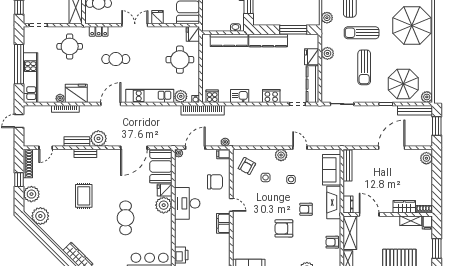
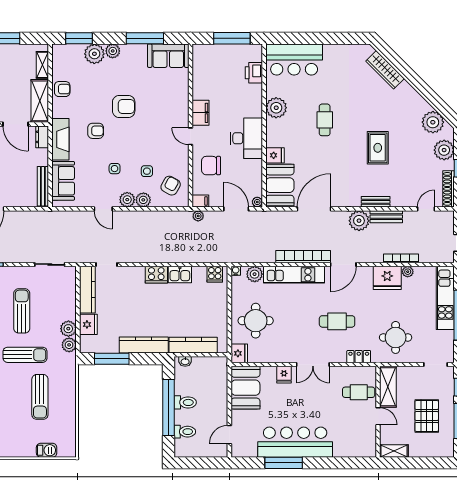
plant: (327, 18) -> (69, 345), moved
cooker: (271, 96) -> (156, 275), moved
bookcase: (203, 110) -> (303, 257), moved
door: (195, 148) -> (236, 209), swing flipped
plant: (268, 155) -> (143, 200), added
plant: (164, 205) -> (276, 108), moved
cafe table: (126, 218) -> (325, 120), width x0.73, depth x0.74

